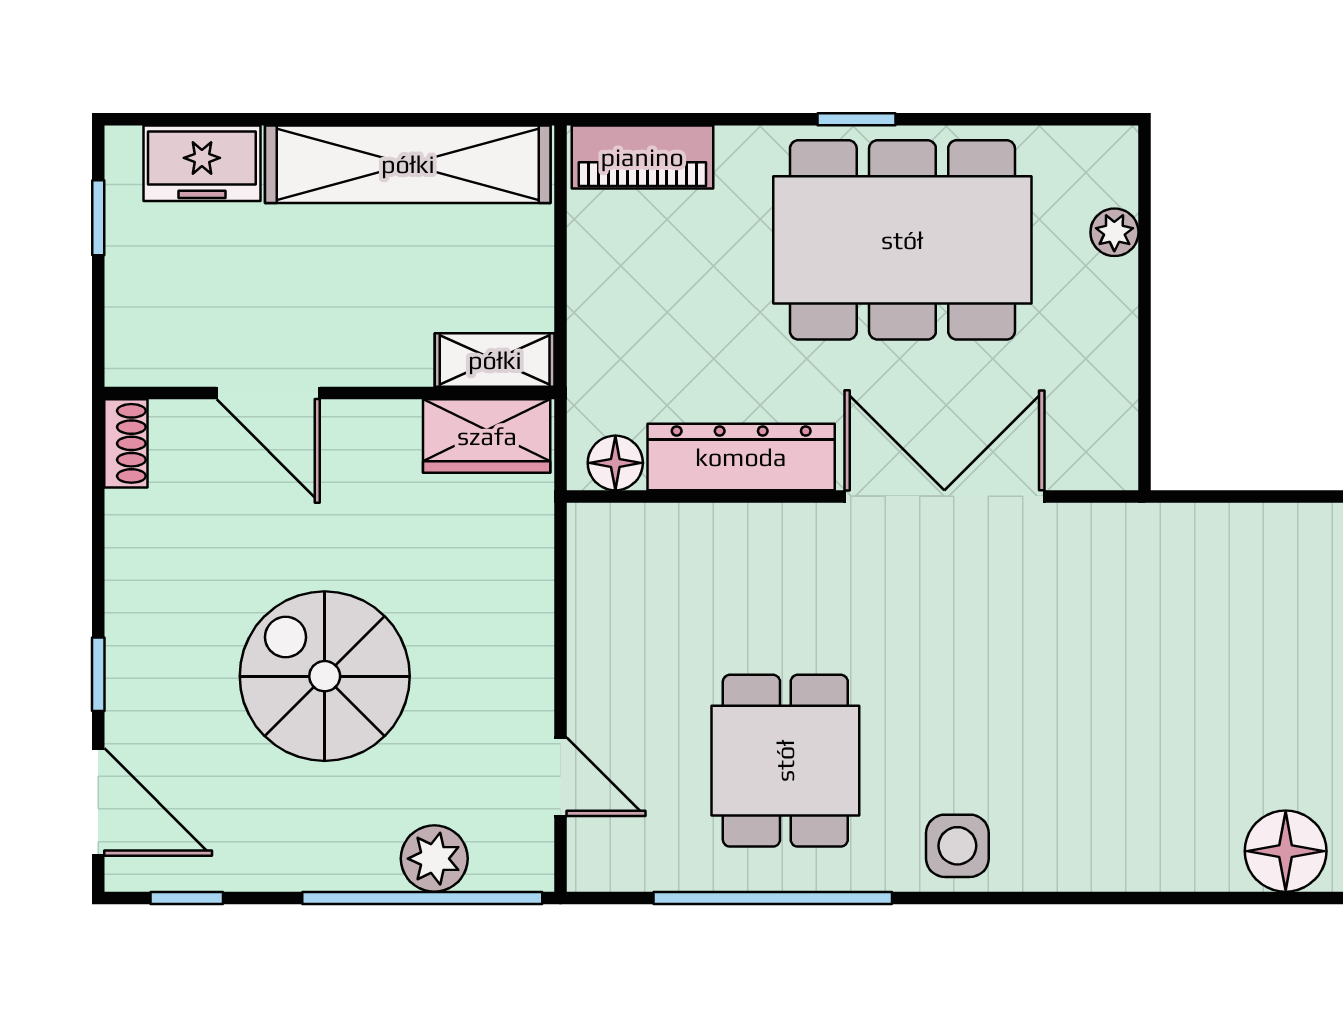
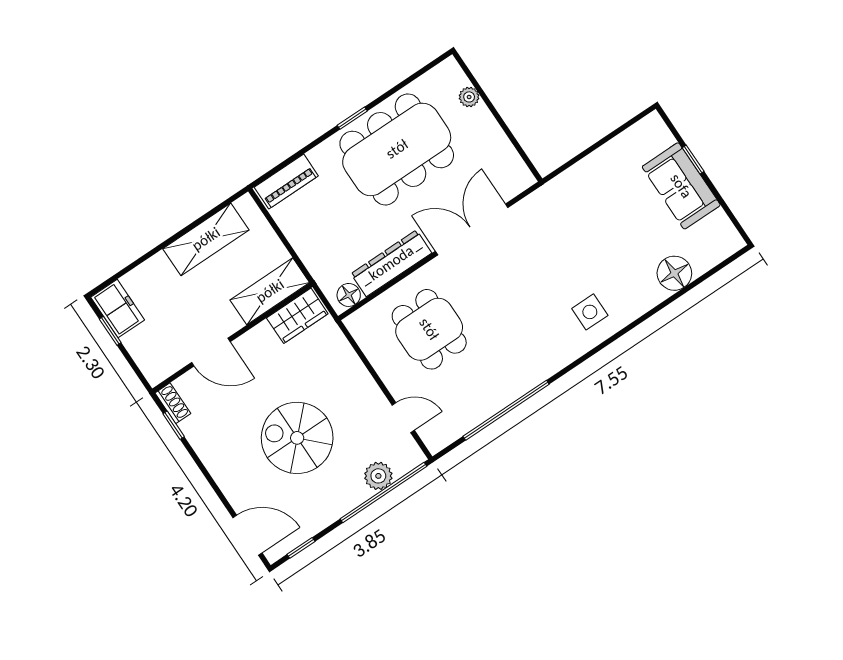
freezer: (202, 163) -> (118, 309), moved, turned -90
shelving: (408, 164) -> (206, 239), width x0.68
shelving: (495, 360) -> (270, 291), width x1.50, depth x1.33
window: (98, 674) -> (174, 425), moved
dining table: (785, 761) -> (429, 329), moved
side table: (957, 846) -> (590, 312), moved

